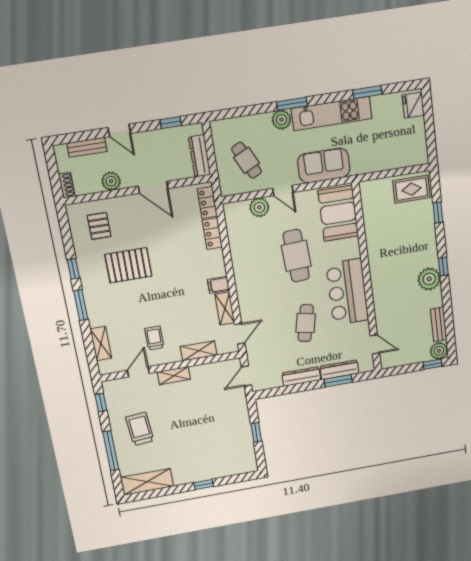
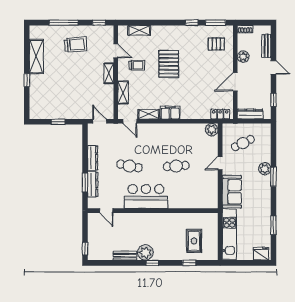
kitchen unit: (332, 114) -> (229, 234), moved, turned 180
door: (119, 130) -> (273, 67), swing flipped
rug: (411, 189) -> (194, 241), moved
plant: (259, 207) -> (212, 130), moved
booth: (338, 213) -> (200, 197), removed
locker: (212, 234) -> (200, 114), removed
cafe table: (296, 256) -> (176, 166), width x0.73, depth x0.74
pallet: (128, 265) -> (169, 64), moved
filing cabinet: (218, 285) -> (170, 113), width x2.00
window: (81, 305) -> (216, 23), moved
bench: (439, 324) -> (125, 256), moved
door: (375, 344) -> (106, 211), hinge flipped
plant: (439, 351) -> (94, 254), removed
shelving: (147, 482) -> (36, 56), moved

